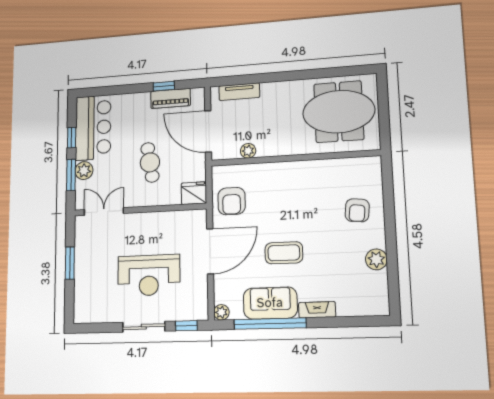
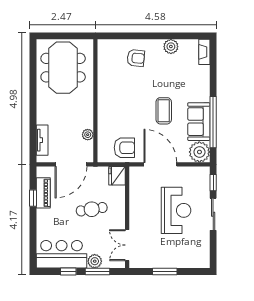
fireplace: (317, 310) -> (204, 52), moved
plant: (221, 312) -> (199, 152), width x1.87, depth x1.87

